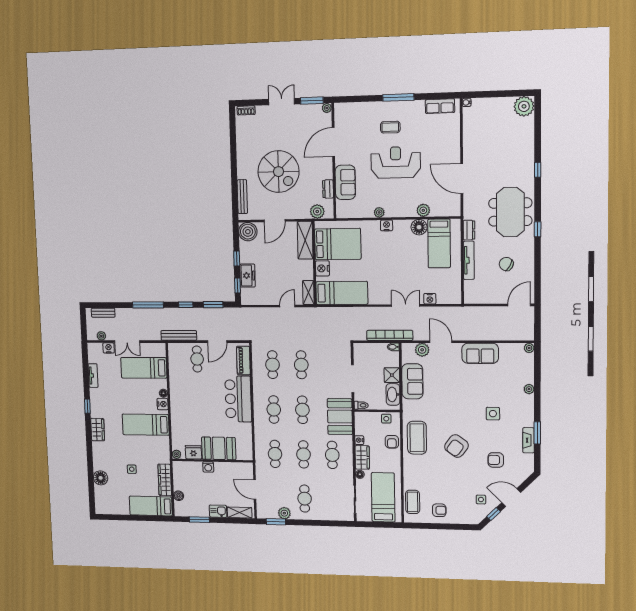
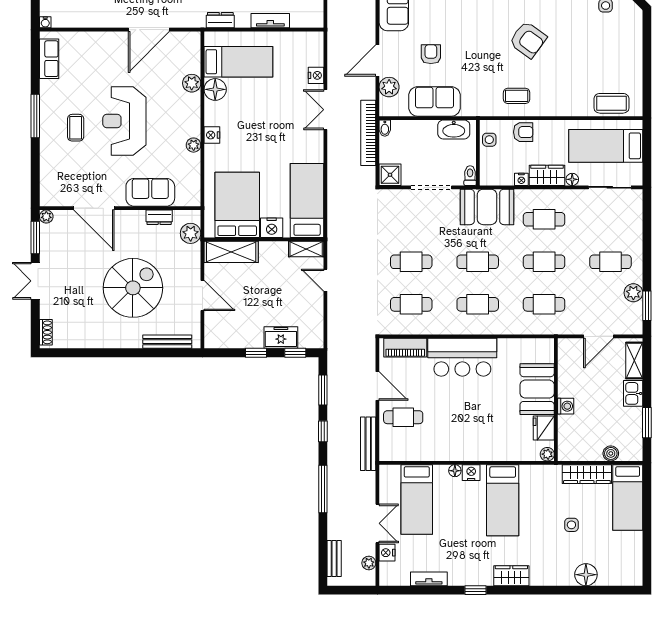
boiler: (248, 232) -> (218, 335), removed
tv unit: (469, 260) -> (270, 21), width x0.71
shower: (392, 375) -> (390, 175), moved
coffee table: (417, 438) -> (517, 96), width x0.54, depth x0.58
armchair: (439, 510) -> (431, 54), moved

